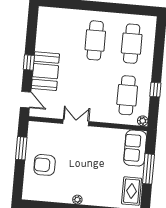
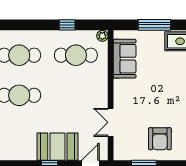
double door: (76, 123) -> (111, 122), moved
sofa: (135, 148) -> (125, 59), moved, turned -90

